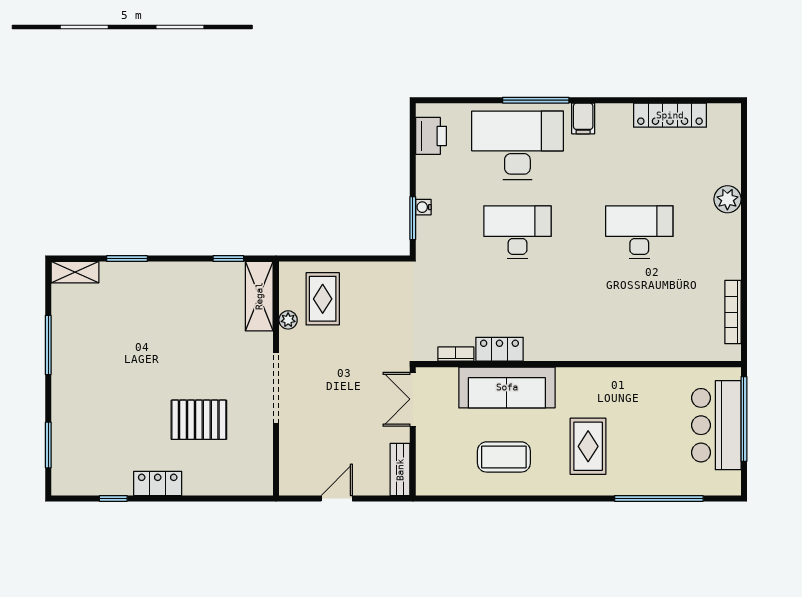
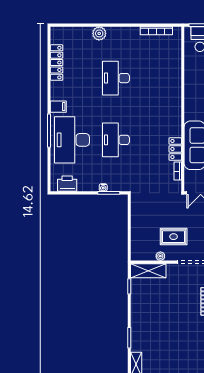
rug: (323, 299) -> (174, 237), moved

